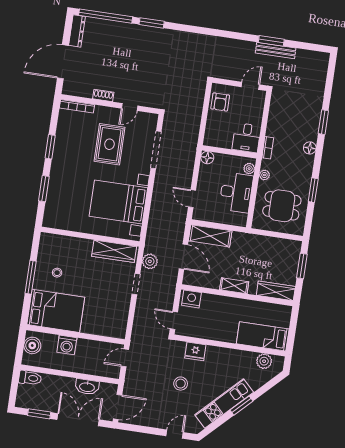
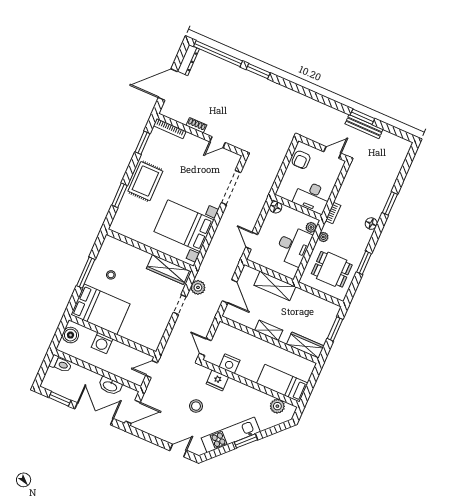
desk: (246, 138) -> (312, 197), width x1.37
rug: (109, 144) -> (145, 181), moved
window: (50, 147) -> (142, 143), moved
shelving: (210, 236) -> (275, 286), moved
nightstand: (191, 299) -> (230, 364), moved, turned 180

